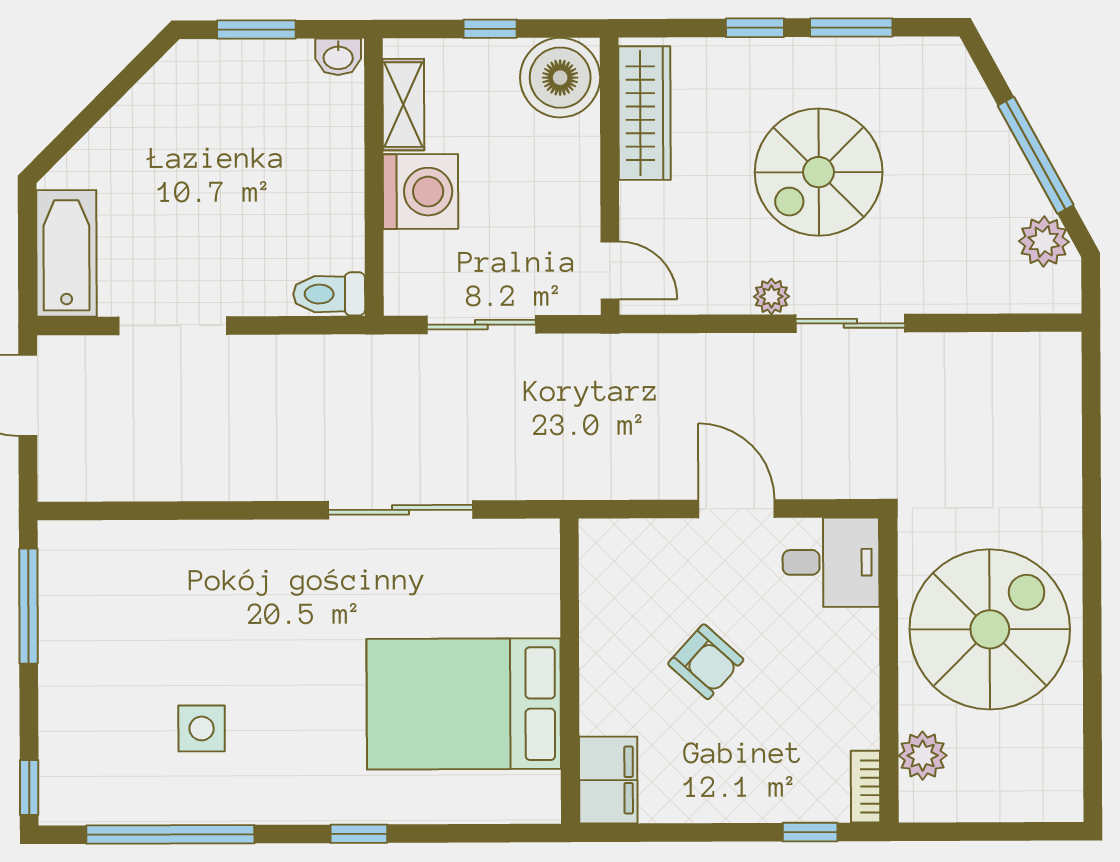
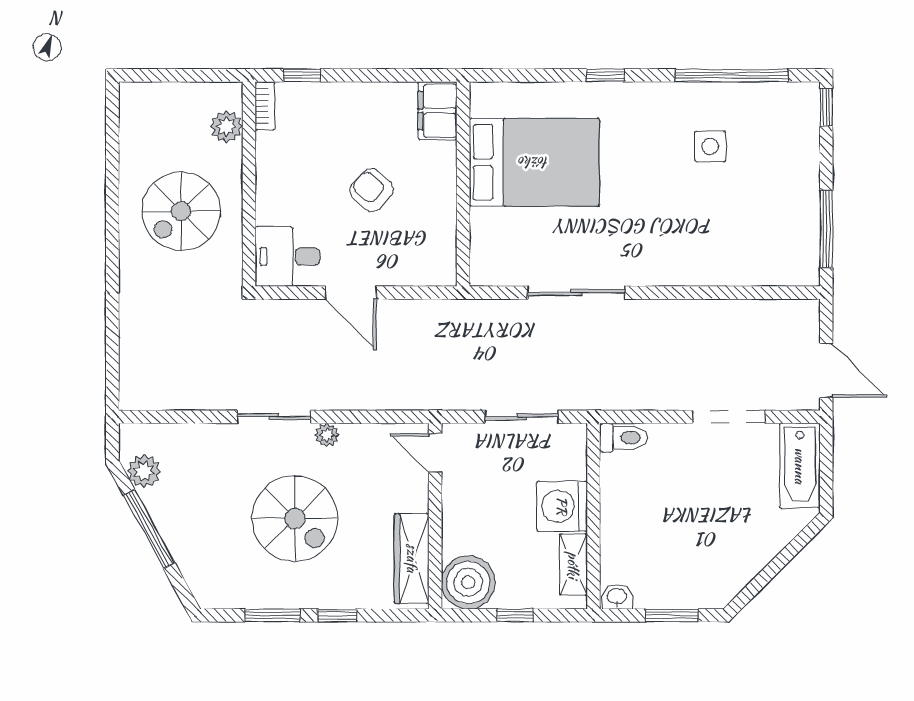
spiral stairs: (819, 172) -> (295, 518), turned 90
spiral stairs: (990, 629) -> (181, 211), width x0.73, depth x0.73

